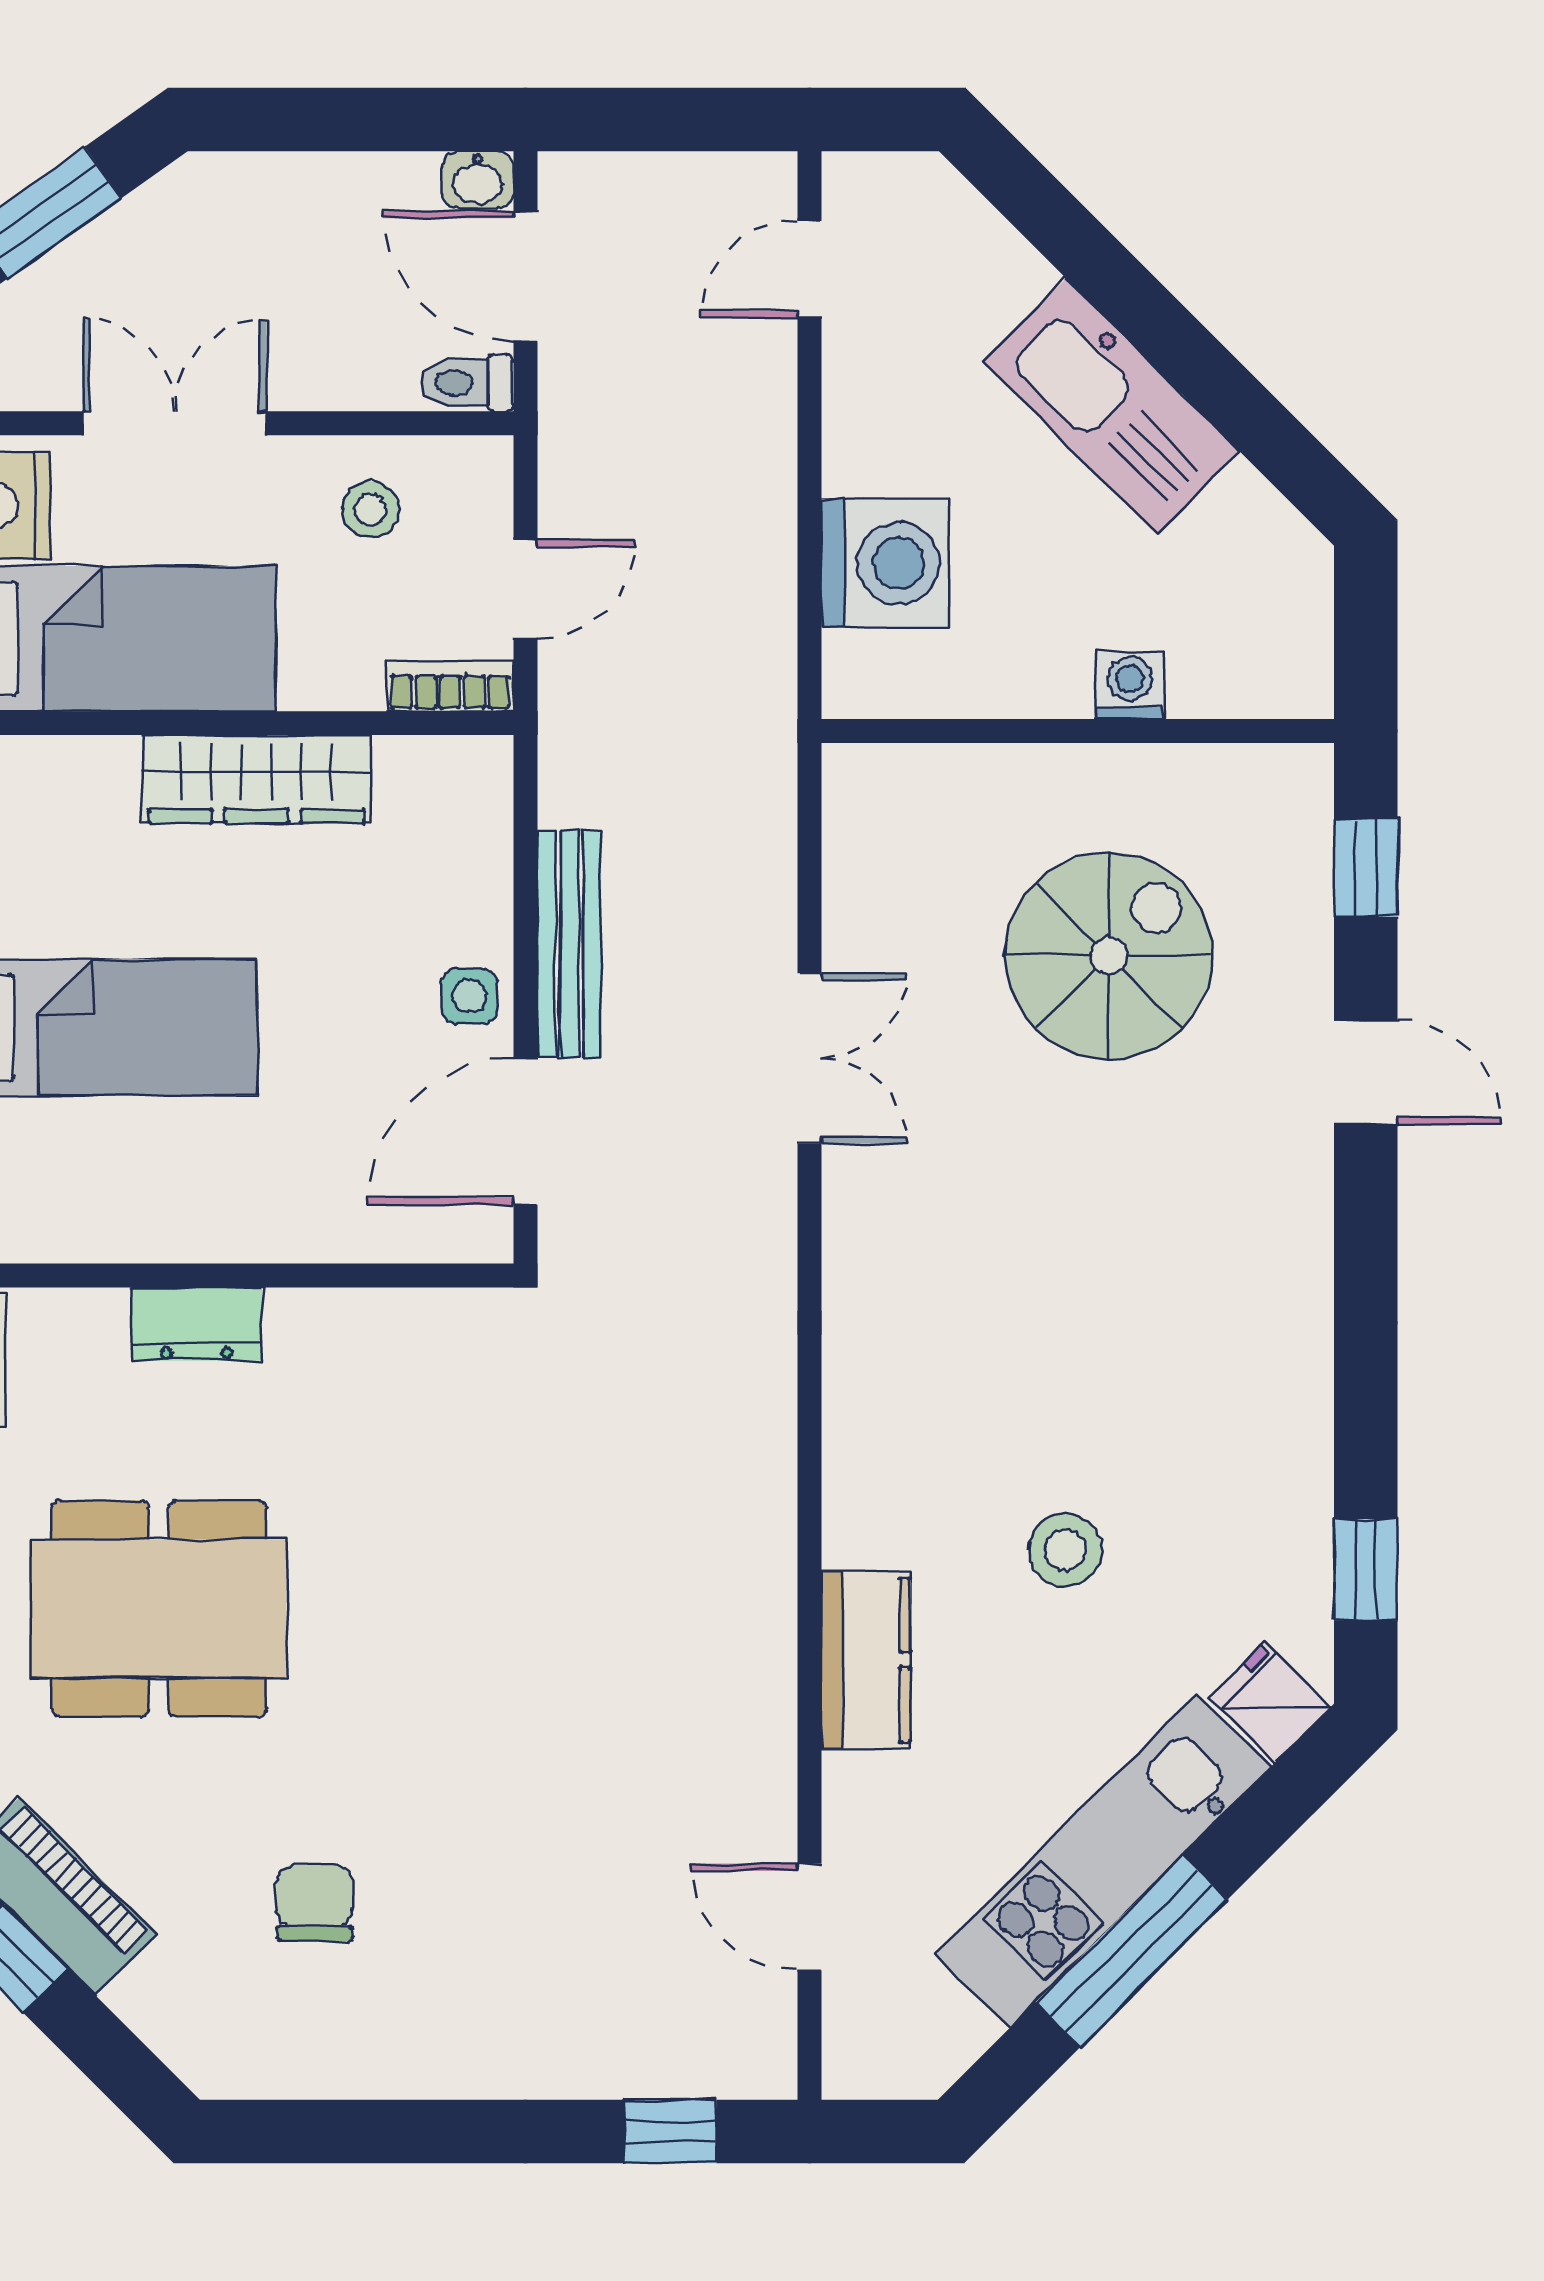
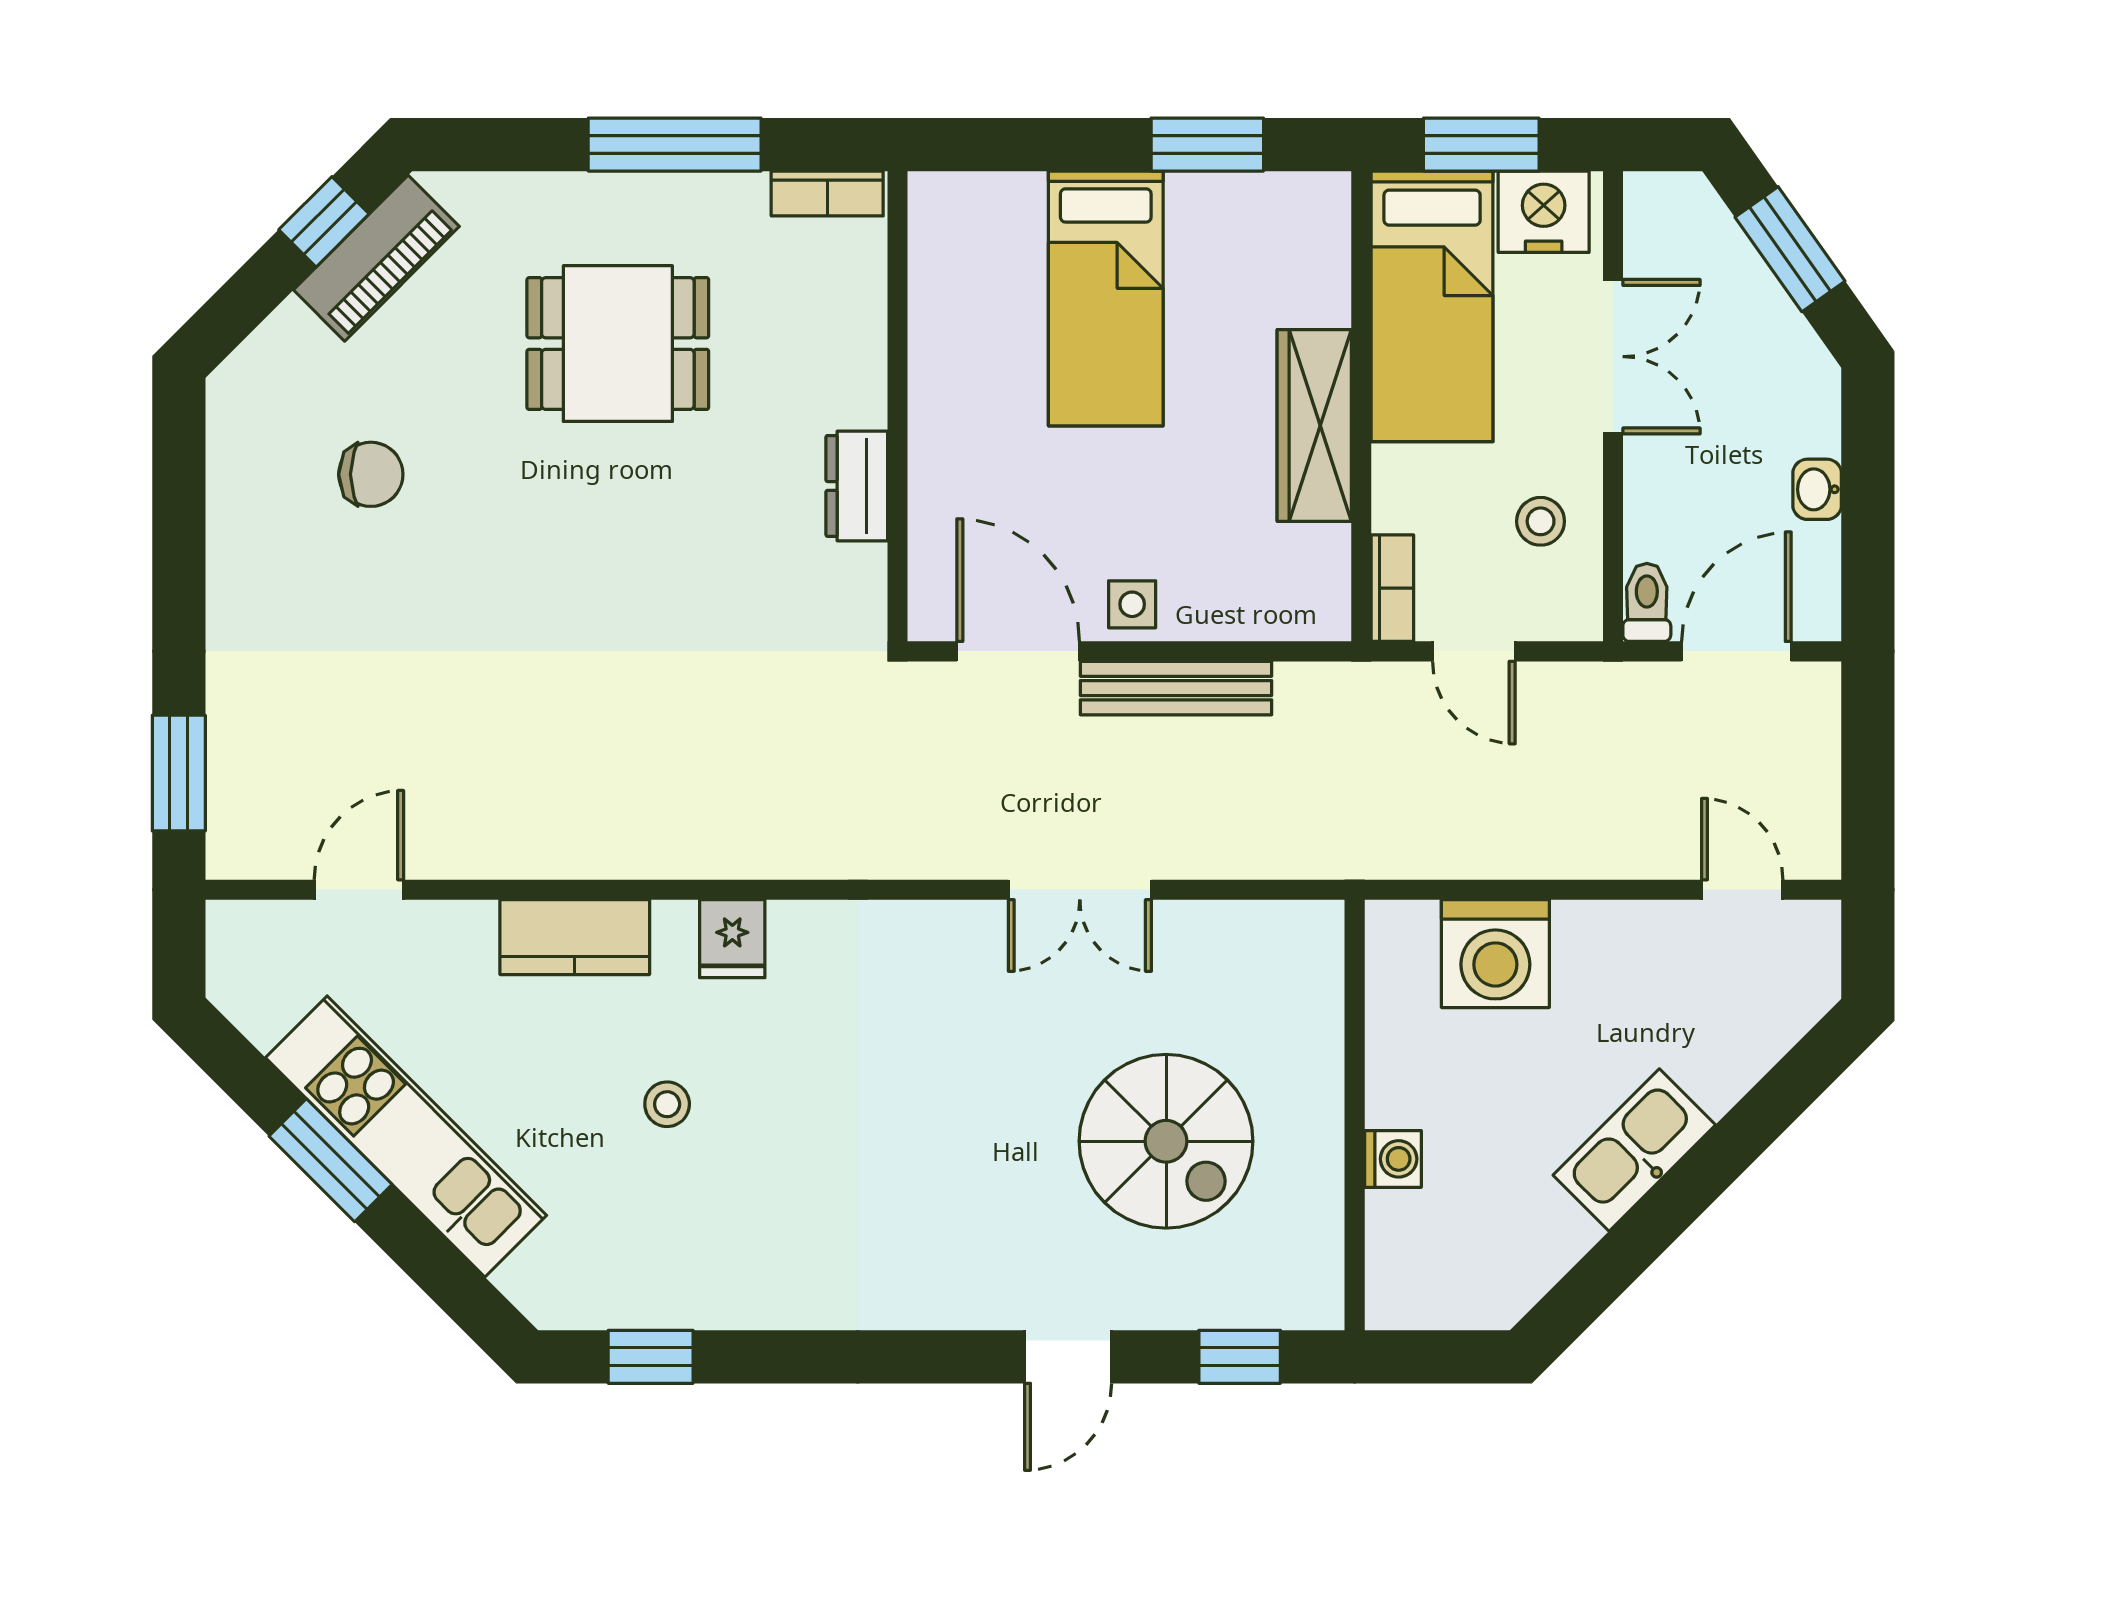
washbasin: (478, 180) -> (1817, 489), moved
kitchen sink: (1111, 406) -> (1634, 1150), width x0.73, depth x0.81
dresser: (197, 1324) -> (857, 486), moved
stool: (1065, 1550) -> (667, 1104), width x0.73, depth x0.73
dining table: (159, 1609) -> (618, 344), width x0.73
fridge: (1270, 1702) -> (732, 939), moved, turned 135
window: (1132, 1951) -> (331, 1160), width x0.69
window: (670, 2132) -> (179, 773), width x1.50

